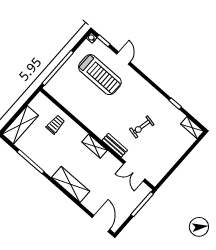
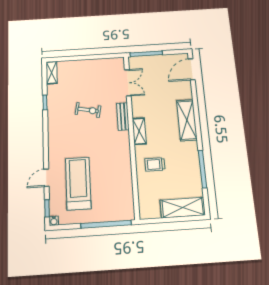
trolley: (55, 125) -> (155, 164), moved

